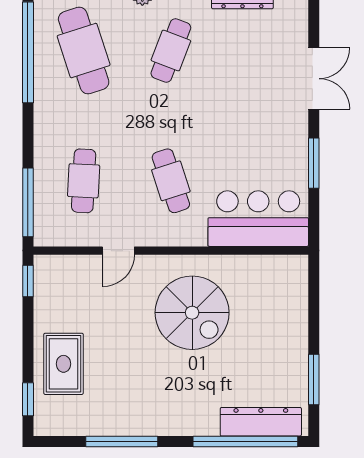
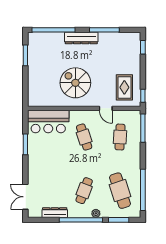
double door: (314, 79) -> (25, 197), moved
door: (118, 251) -> (106, 108), swing flipped
rug: (63, 364) -> (124, 87), moved
dresser: (261, 422) -> (81, 38), moved

